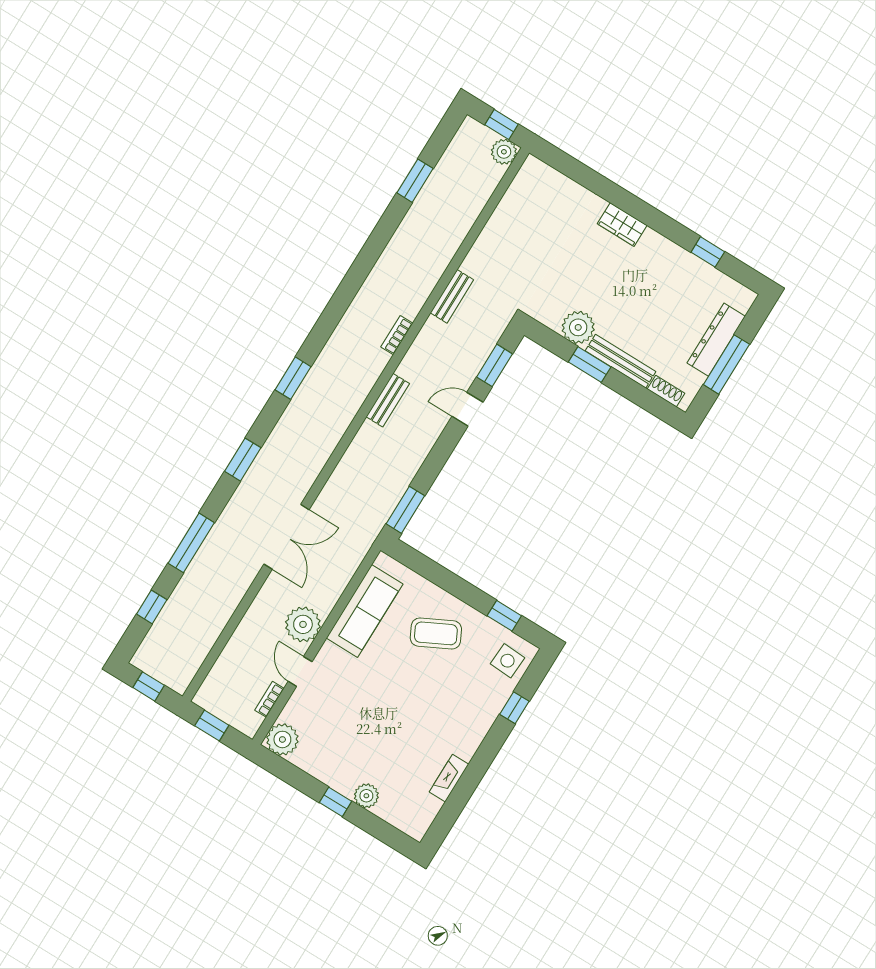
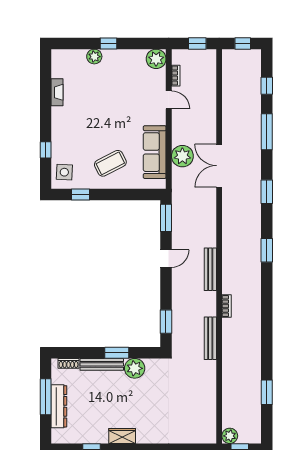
wardrobe: (622, 225) -> (122, 436), moved
bench: (452, 296) -> (210, 338), width x1.36
bench: (388, 400) -> (210, 269), width x1.36
door: (467, 409) -> (166, 259), moved
plant: (303, 624) -> (182, 156), moved

